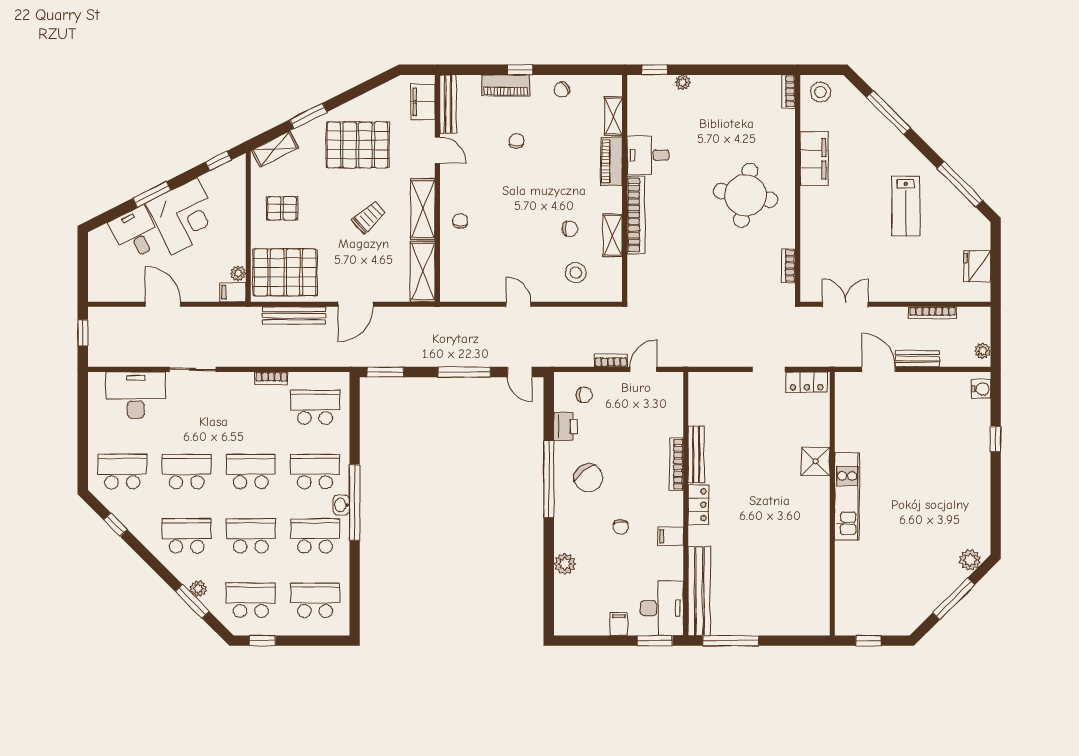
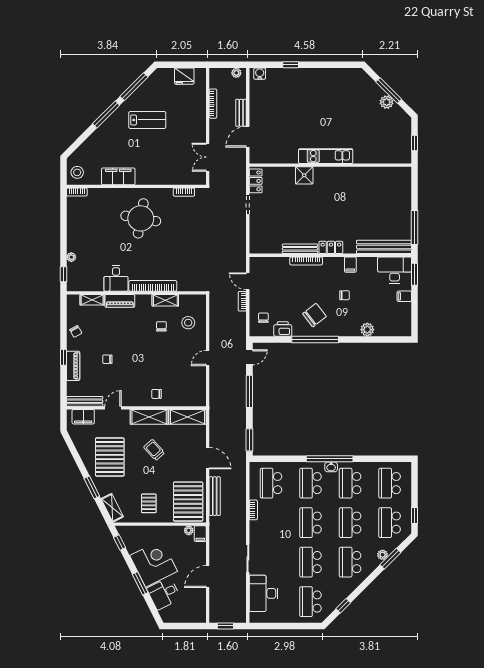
window: (888, 113) -> (106, 115), moved
plant: (970, 560) -> (387, 102), moved

